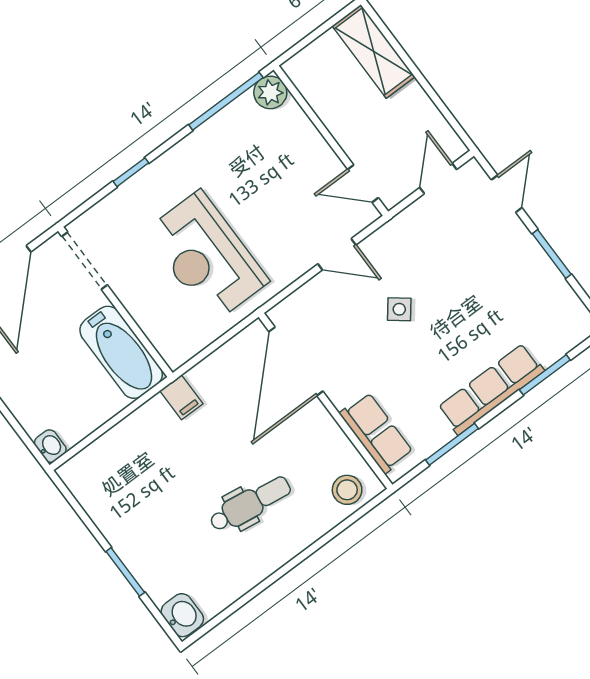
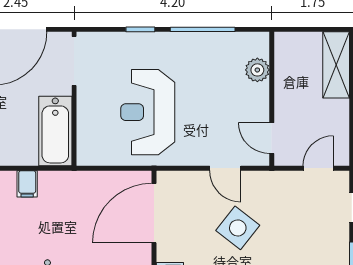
plant: (270, 92) -> (257, 70), moved
window: (226, 101) -> (203, 29), moved
side table: (399, 309) -> (238, 228), width x1.87, depth x1.87
filing cabinet: (181, 397) -> (27, 184), moved

